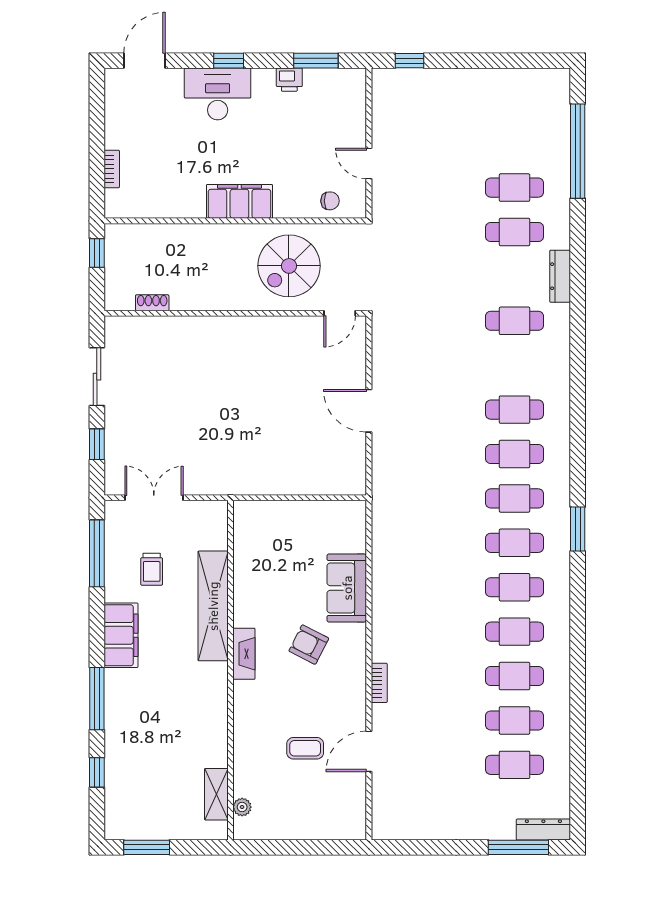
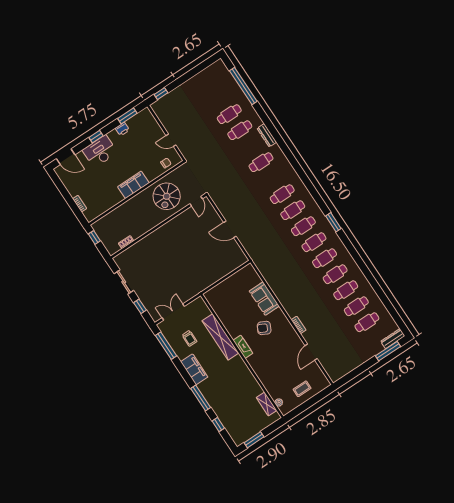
door: (145, 61) -> (66, 157), swing flipped
coffee table: (305, 748) -> (302, 389), moved

